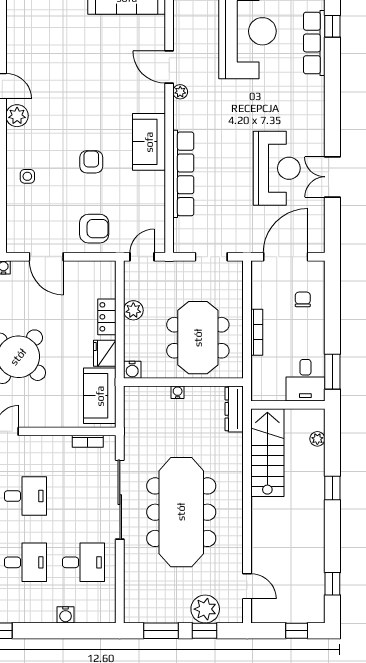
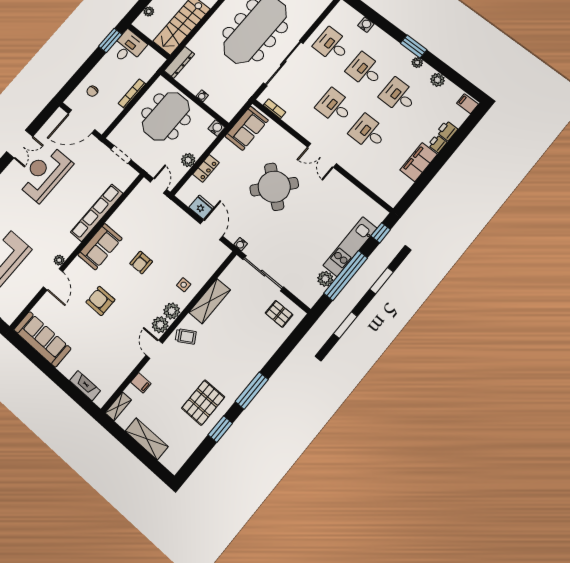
plant: (17, 139) -> (172, 311), added
armchair: (94, 229) -> (100, 301), moved
door: (142, 257) -> (158, 186), swing flipped
fridge: (105, 353) -> (201, 207), moved, turned -90

